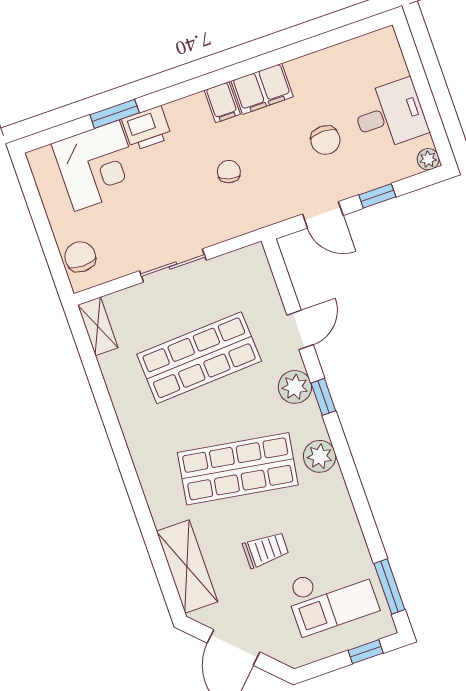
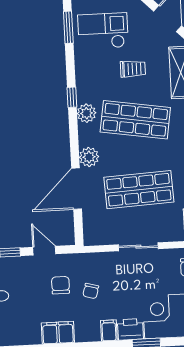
filing cabinet: (222, 102) -> (109, 330), moved
chair: (325, 140) -> (61, 285), moved
door: (300, 330) -> (77, 189), width x1.87
window: (323, 397) -> (72, 97), moved
trolley: (266, 550) -> (133, 69), turned 180

